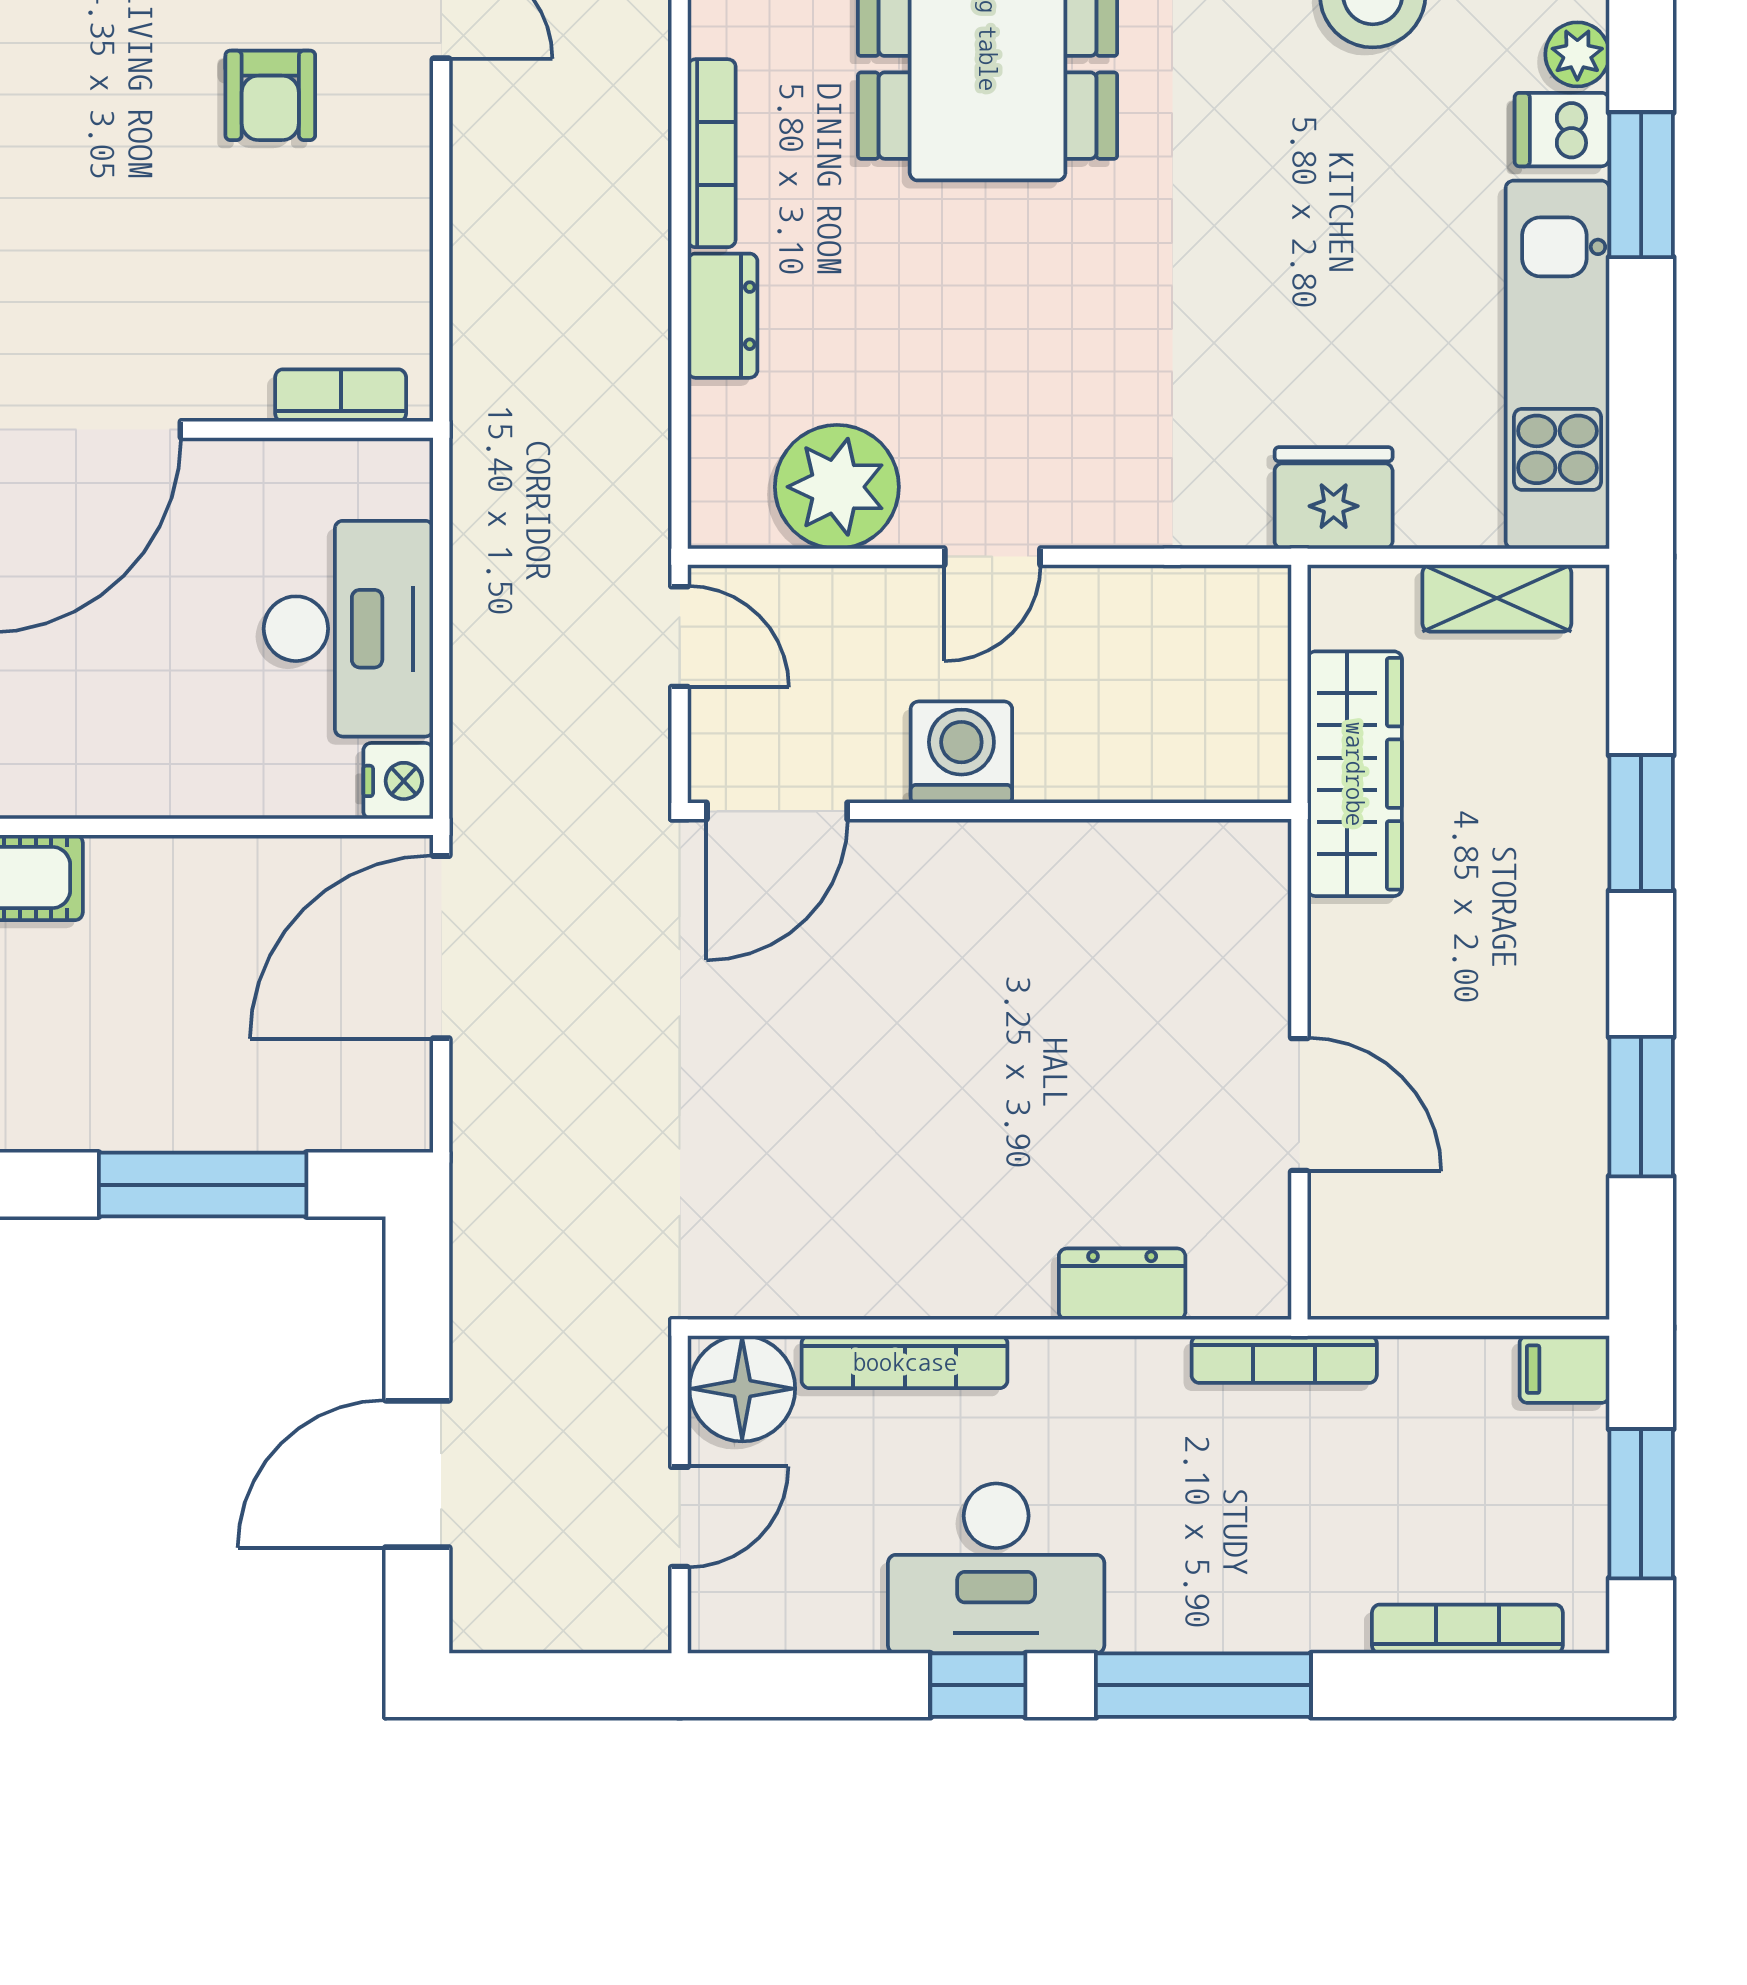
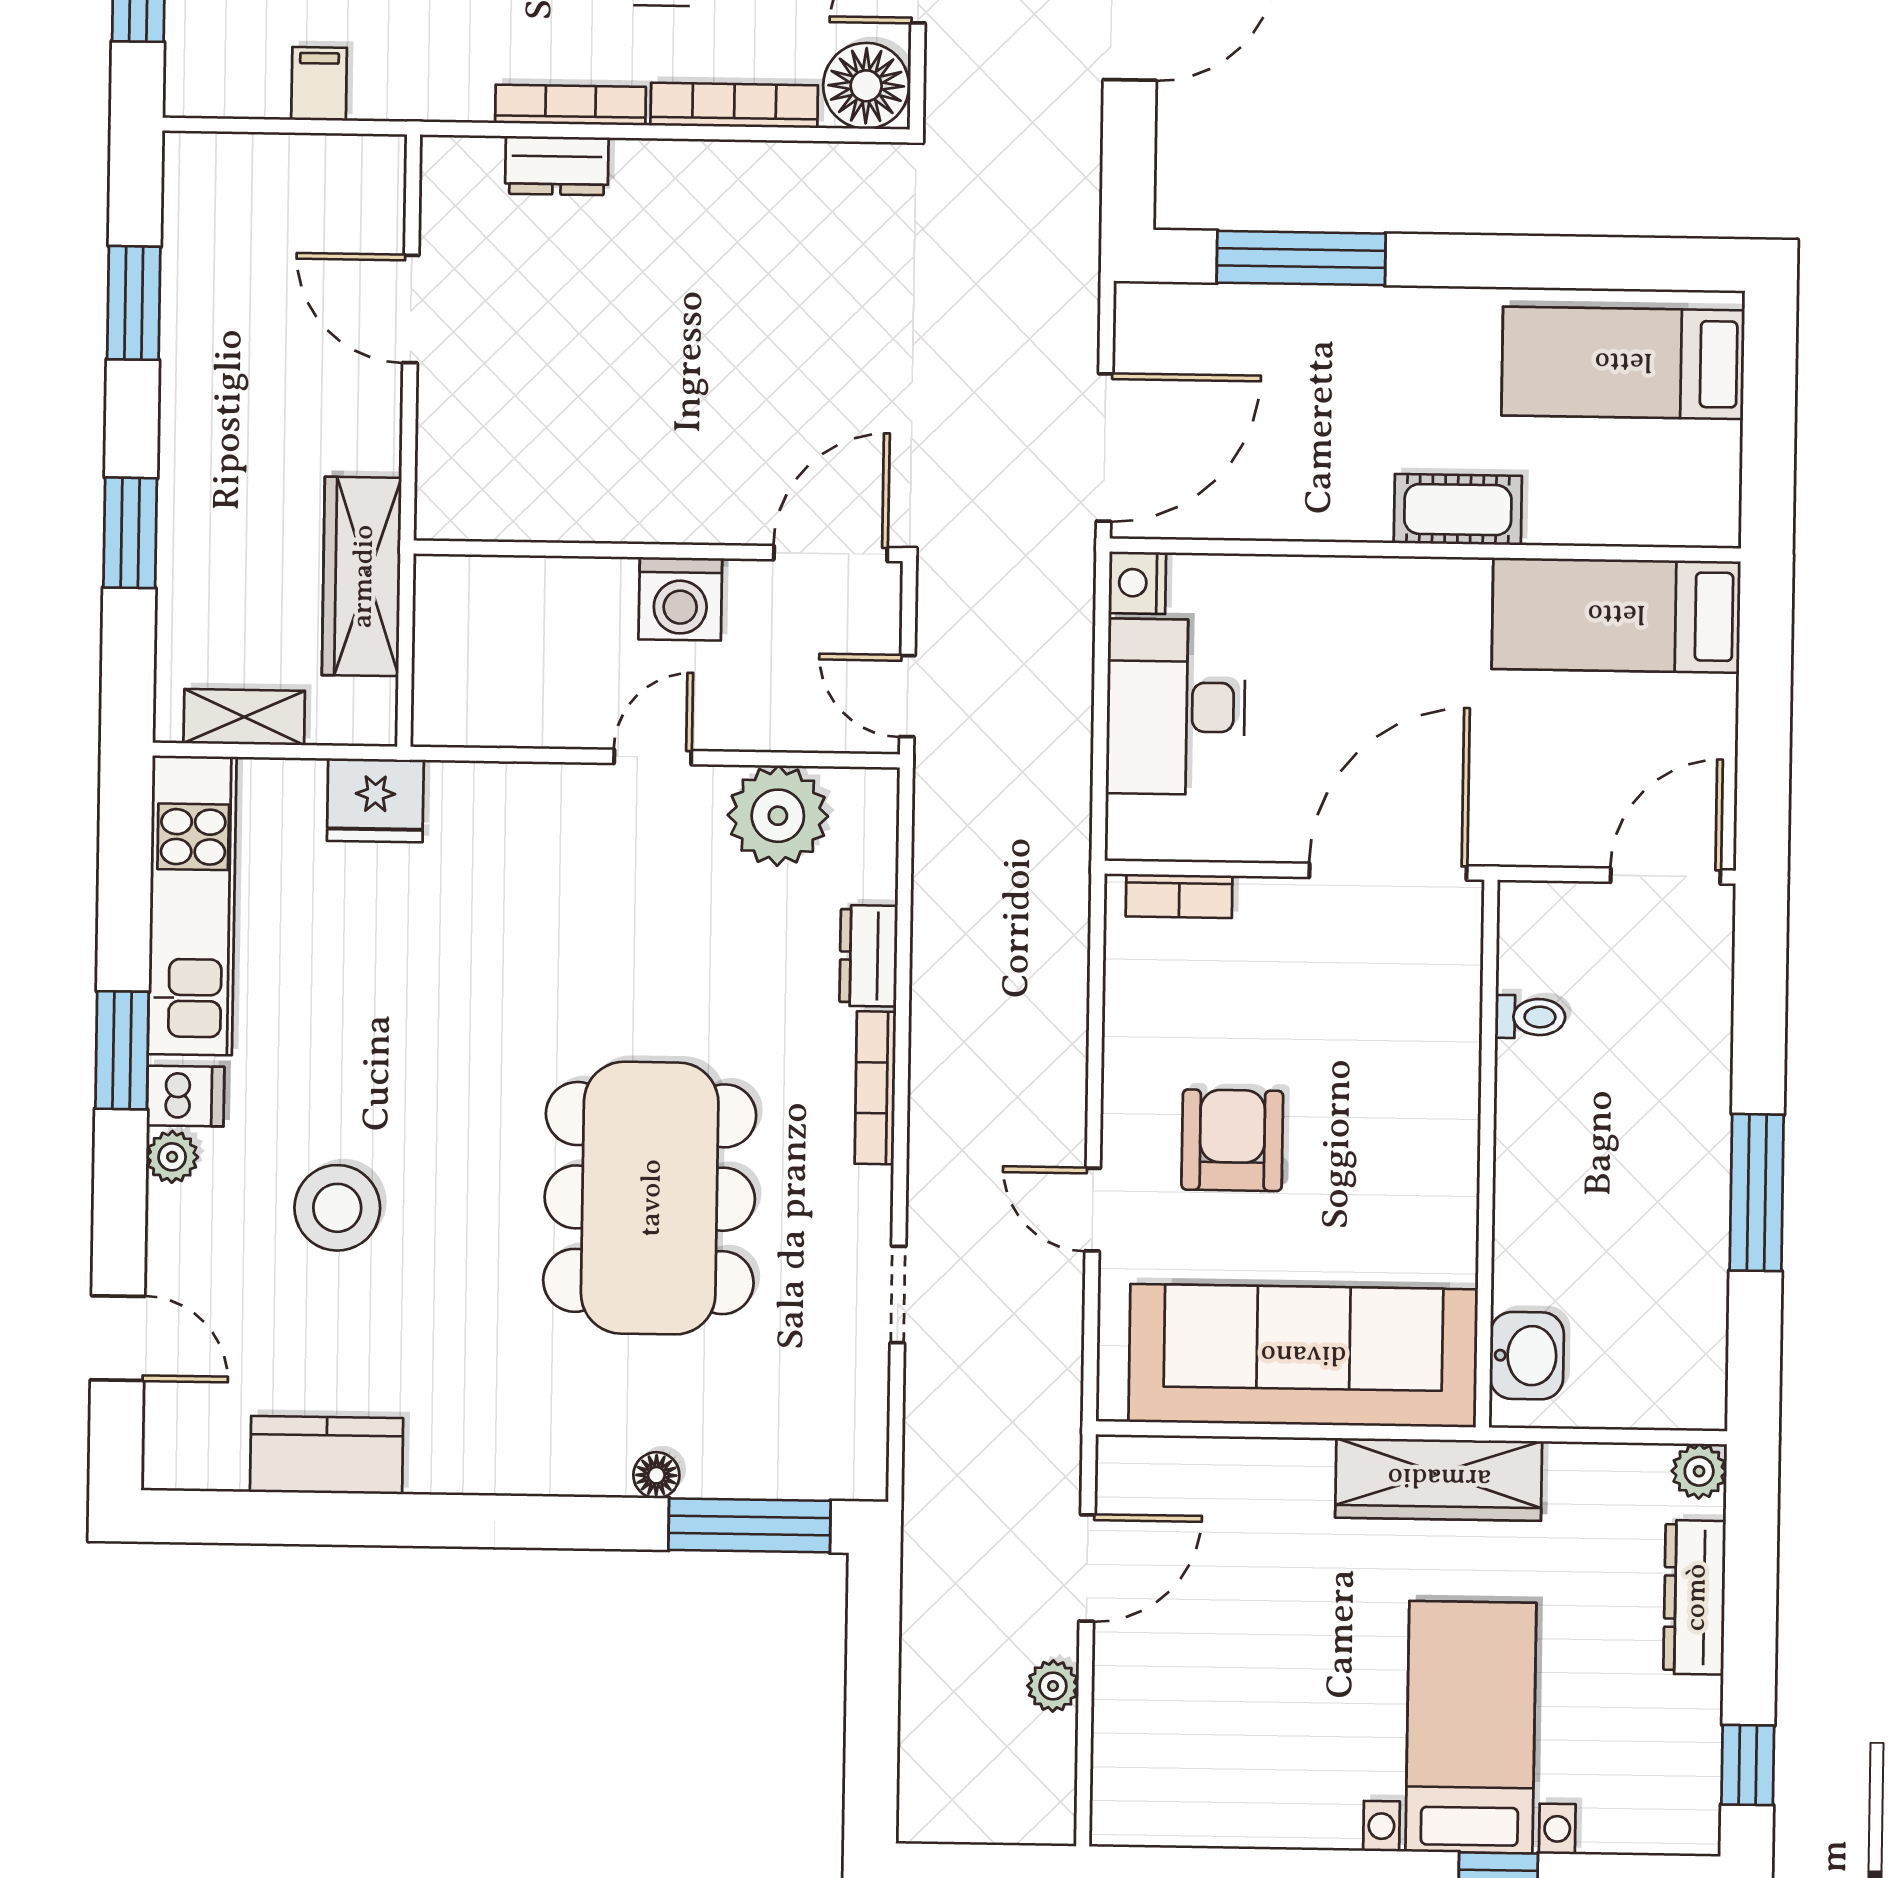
armchair: (270, 95) -> (1232, 1140), width x1.38, depth x1.38
bookcase: (1284, 1359) -> (570, 105), moved
filing cabinet: (1564, 1369) -> (319, 84), moved, turned -90

